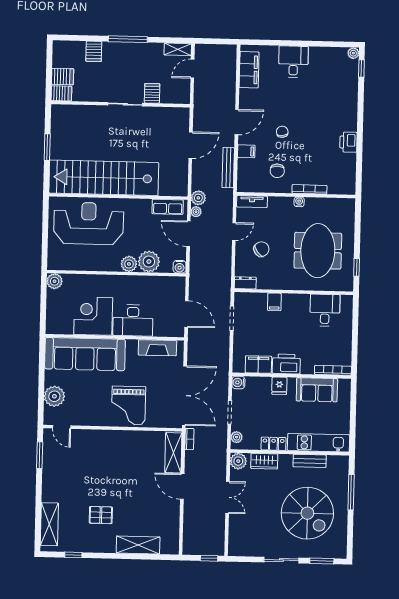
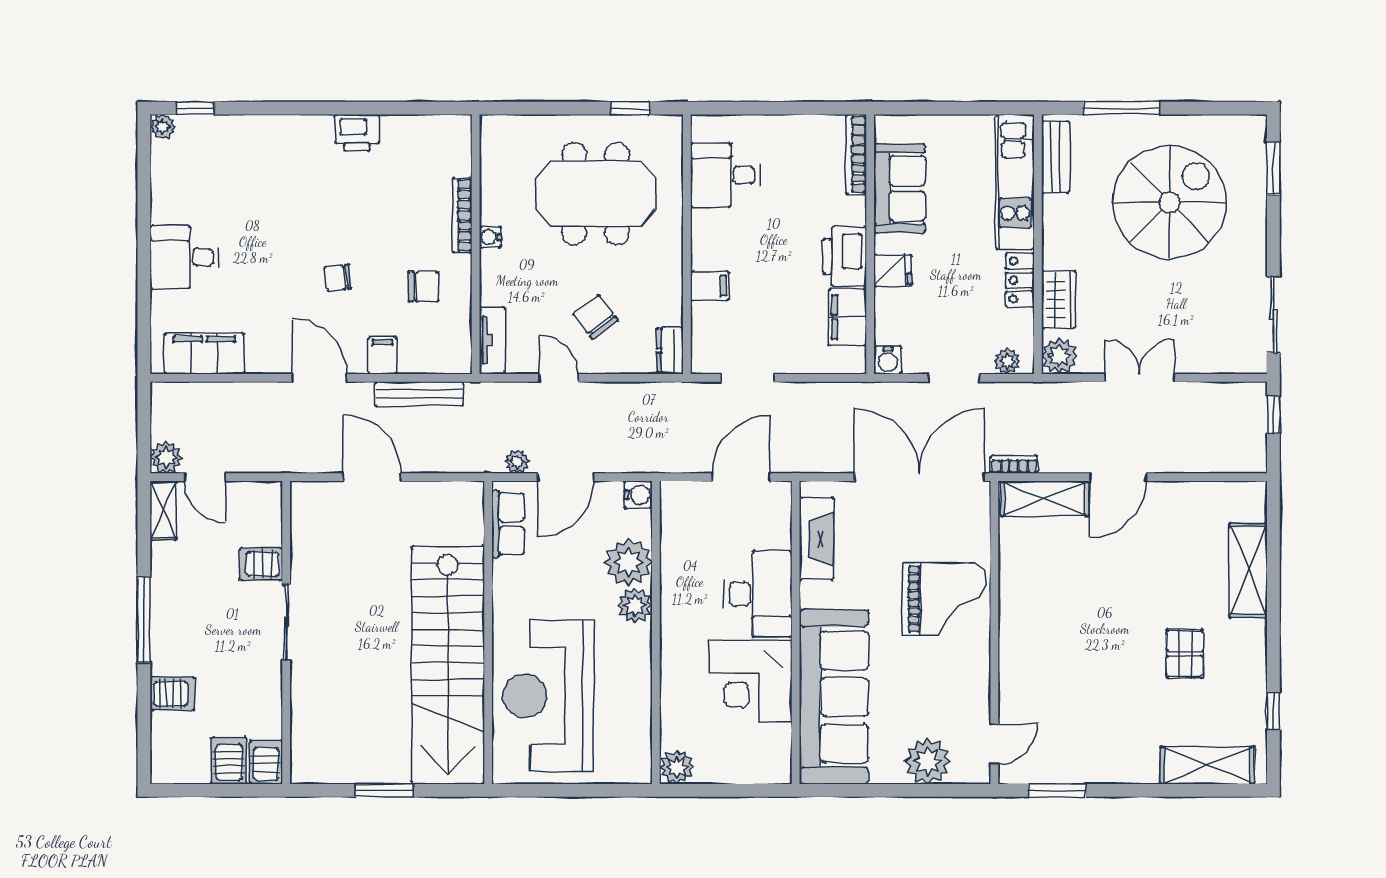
plant: (198, 198) -> (166, 457), moved
bench: (310, 461) -> (1055, 157), moved
sliding door: (281, 560) -> (1273, 315), moved

